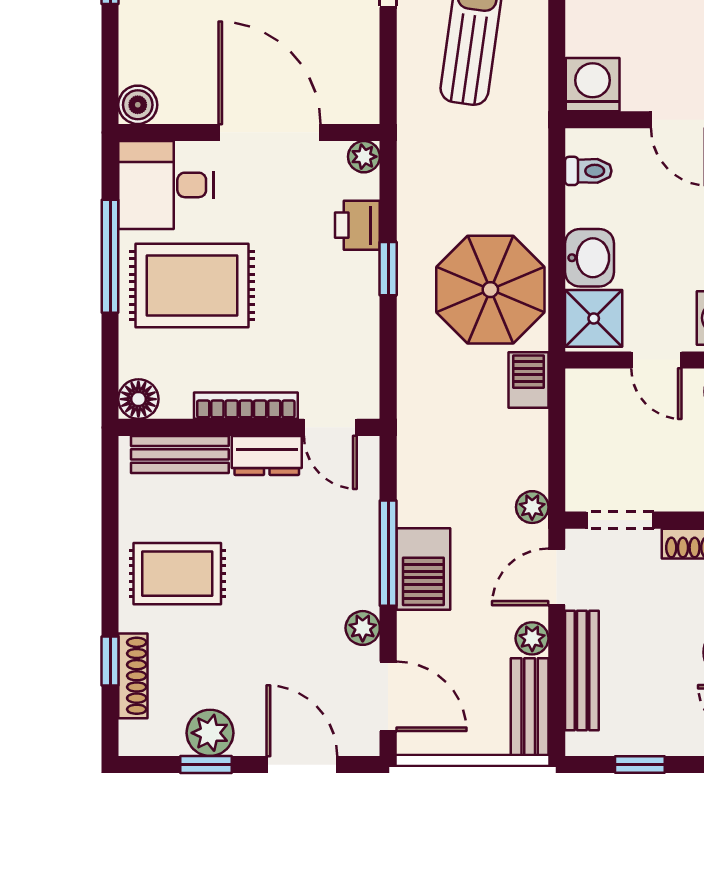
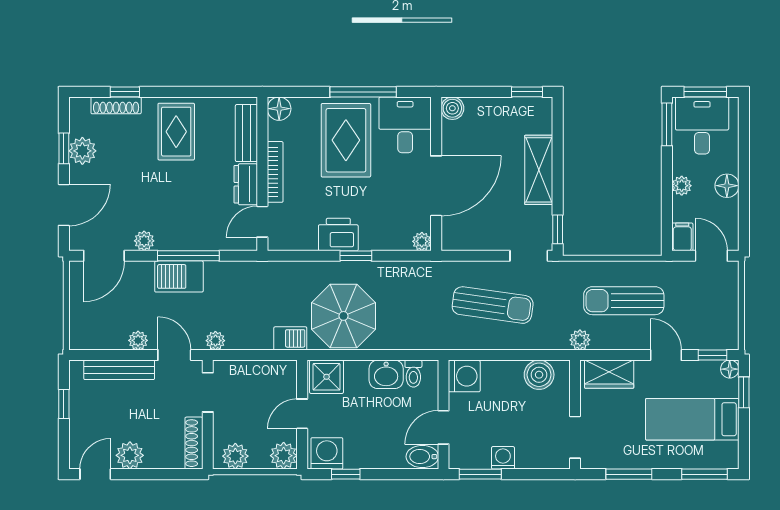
printer: (357, 225) -> (338, 234), moved, width x1.36, depth x1.24
washbasin: (590, 258) -> (386, 374), moved
bench: (530, 707) -> (98, 339), removed

